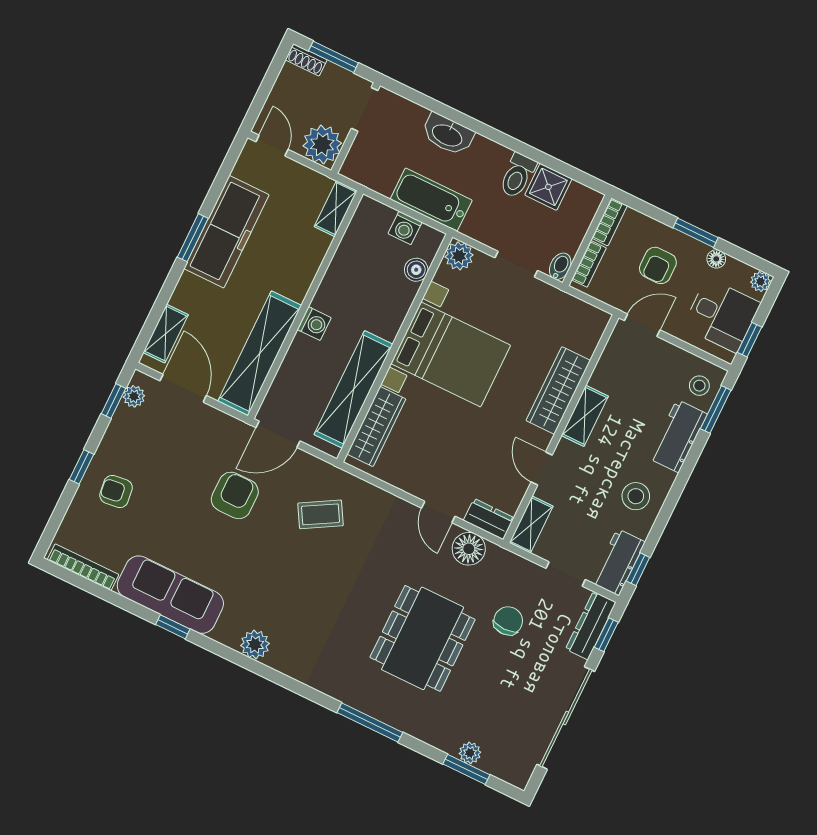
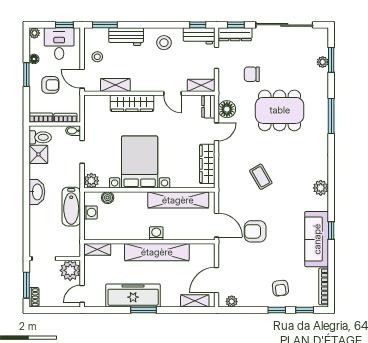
washbasin: (448, 135) -> (37, 192), moved
toilet: (517, 176) -> (40, 137), moved
shelving: (260, 353) -> (157, 252), moved
stool: (699, 386) -> (97, 57), moved
window: (113, 401) -> (305, 310), moved
shelving: (585, 416) -> (115, 85), moved
wardrobe: (376, 426) -> (207, 164), moved, turned -90
door: (542, 468) -> (172, 93), hinge flipped
coffee table: (321, 514) -> (261, 177), moved

